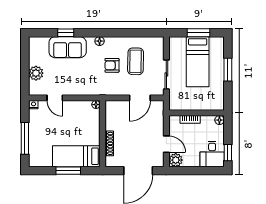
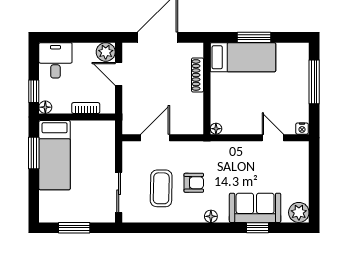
bed: (198, 62) -> (55, 155), moved, turned 180
window: (228, 70) -> (34, 153), moved
plant: (36, 73) -> (299, 212), moved
sliding door: (166, 74) -> (119, 192), moved
window: (228, 153) -> (34, 91), moved

